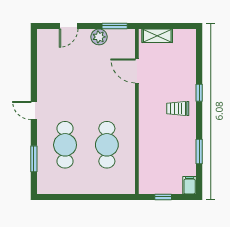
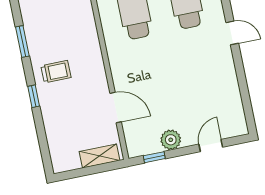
window: (115, 26) -> (154, 157), width x0.67
window: (199, 152) -> (22, 42), moved

